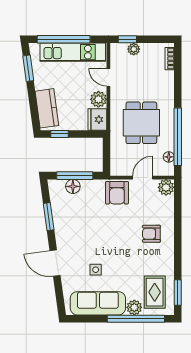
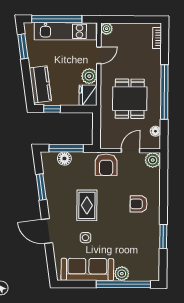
window: (127, 39) -> (117, 19), removed
plant: (134, 49) -> (107, 29), moved
door: (108, 77) -> (99, 55), swing flipped
window: (178, 137) -> (164, 92), moved
rug: (155, 292) -> (87, 205), moved
window: (178, 292) -> (163, 237), moved

